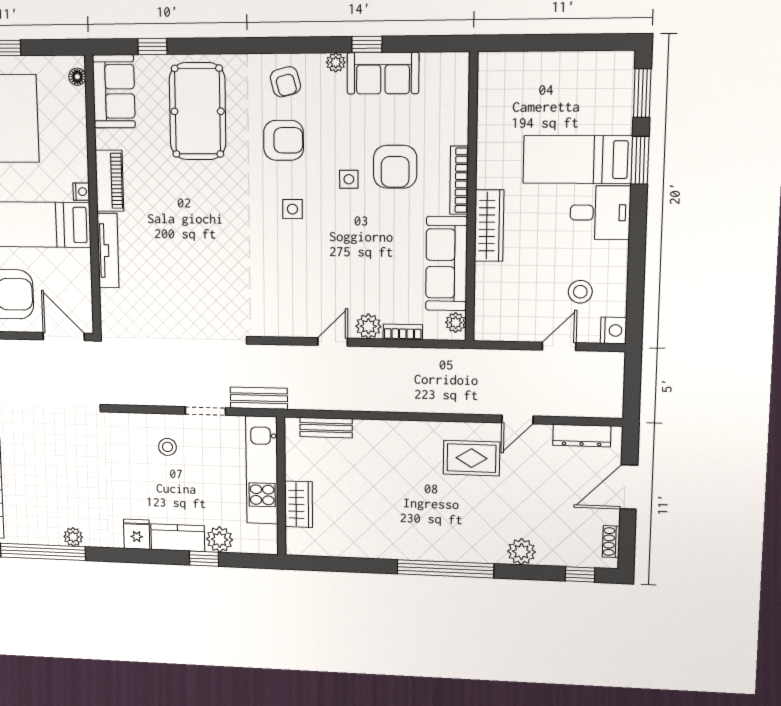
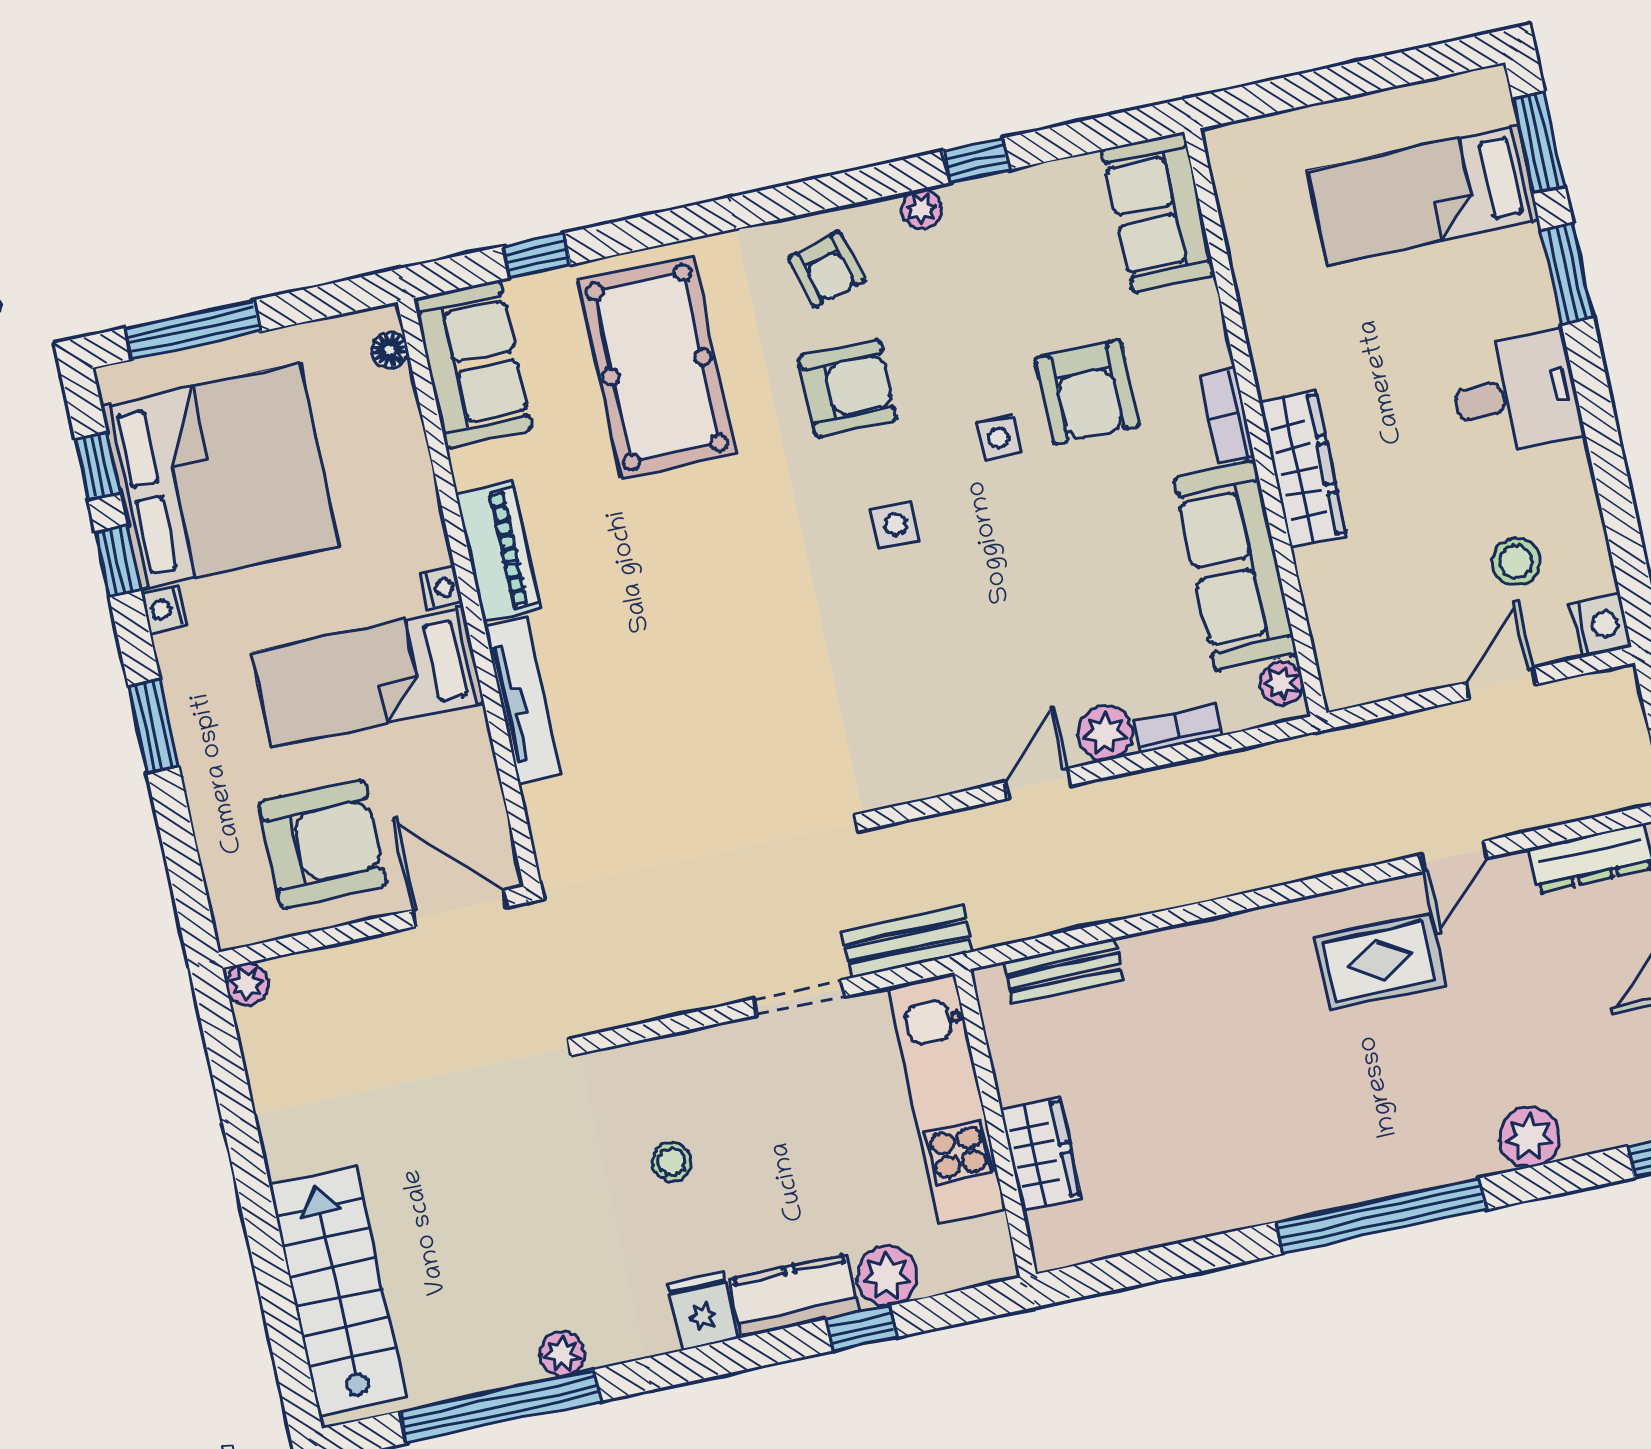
sofa: (383, 73) -> (1158, 212), moved, turned 90
bed: (577, 160) -> (1423, 195), moved
bookcase: (459, 180) -> (1227, 416), width x0.64
stool: (167, 447) -> (672, 1162), moved

